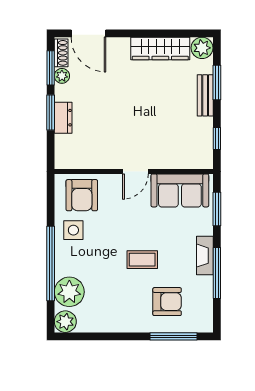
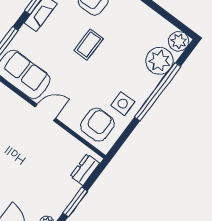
dresser: (63, 118) -> (85, 170), moved
coffee table: (142, 260) -> (89, 44), turned 90

